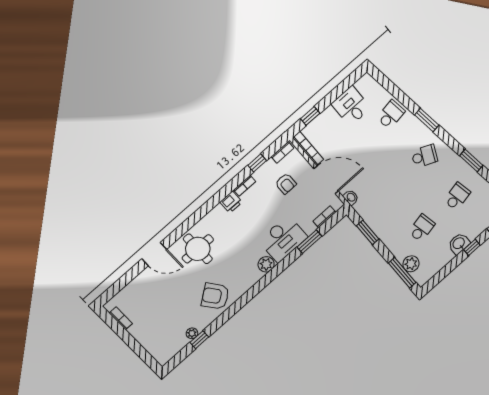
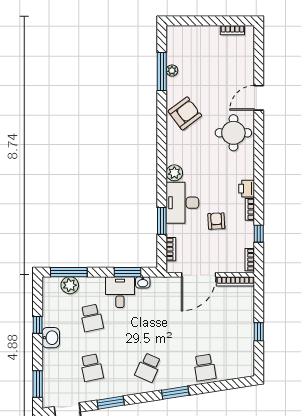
desk: (351, 106) -> (120, 292), moved, turned -90
window: (310, 116) -> (259, 332), moved
armchair: (286, 184) -> (216, 221), moved, turned 87
washbasin: (351, 197) -> (143, 282), moved
window: (472, 247) -> (38, 325), moved
window: (199, 340) -> (162, 71), width x2.17

